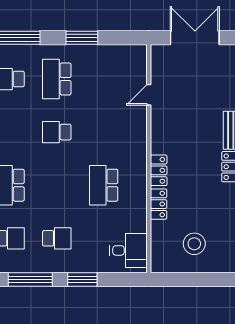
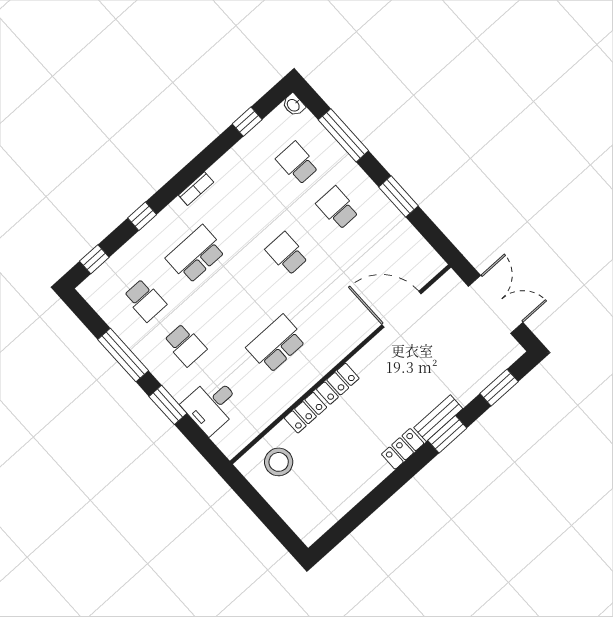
school desk: (57, 79) -> (337, 208), width x0.54
door: (149, 95) -> (402, 309), width x1.88
stool: (194, 244) -> (279, 462), moved
desk: (129, 250) -> (212, 405), moved, turned 90

